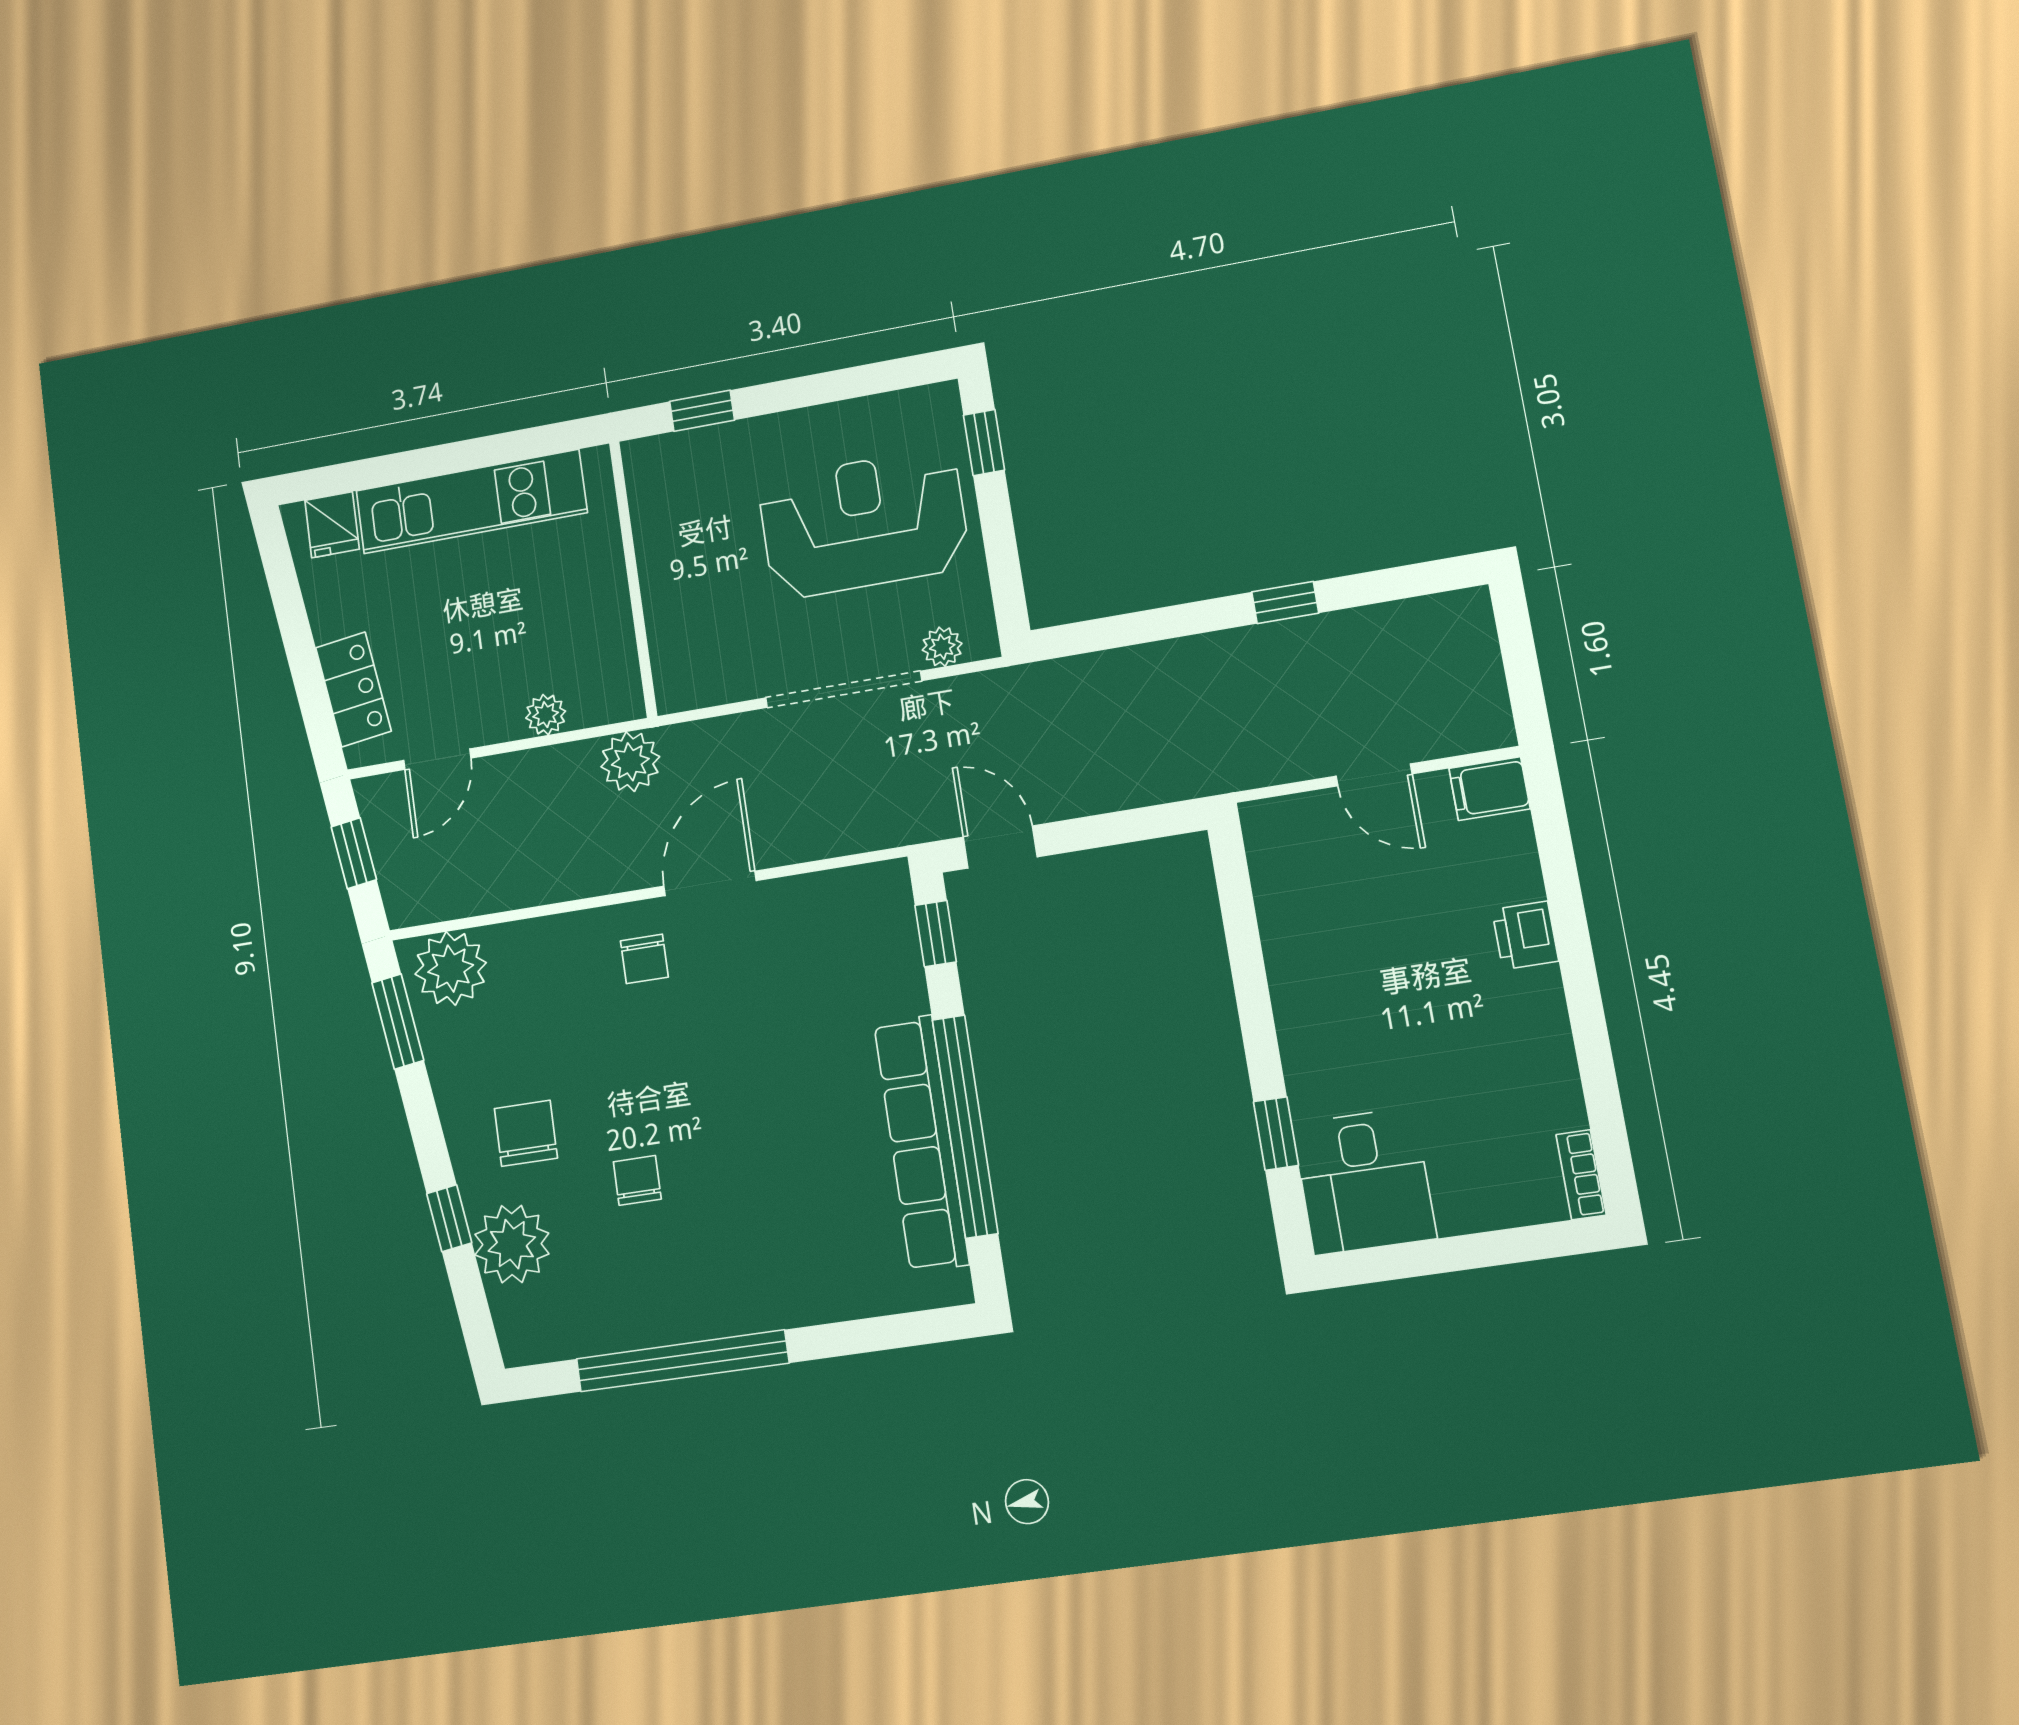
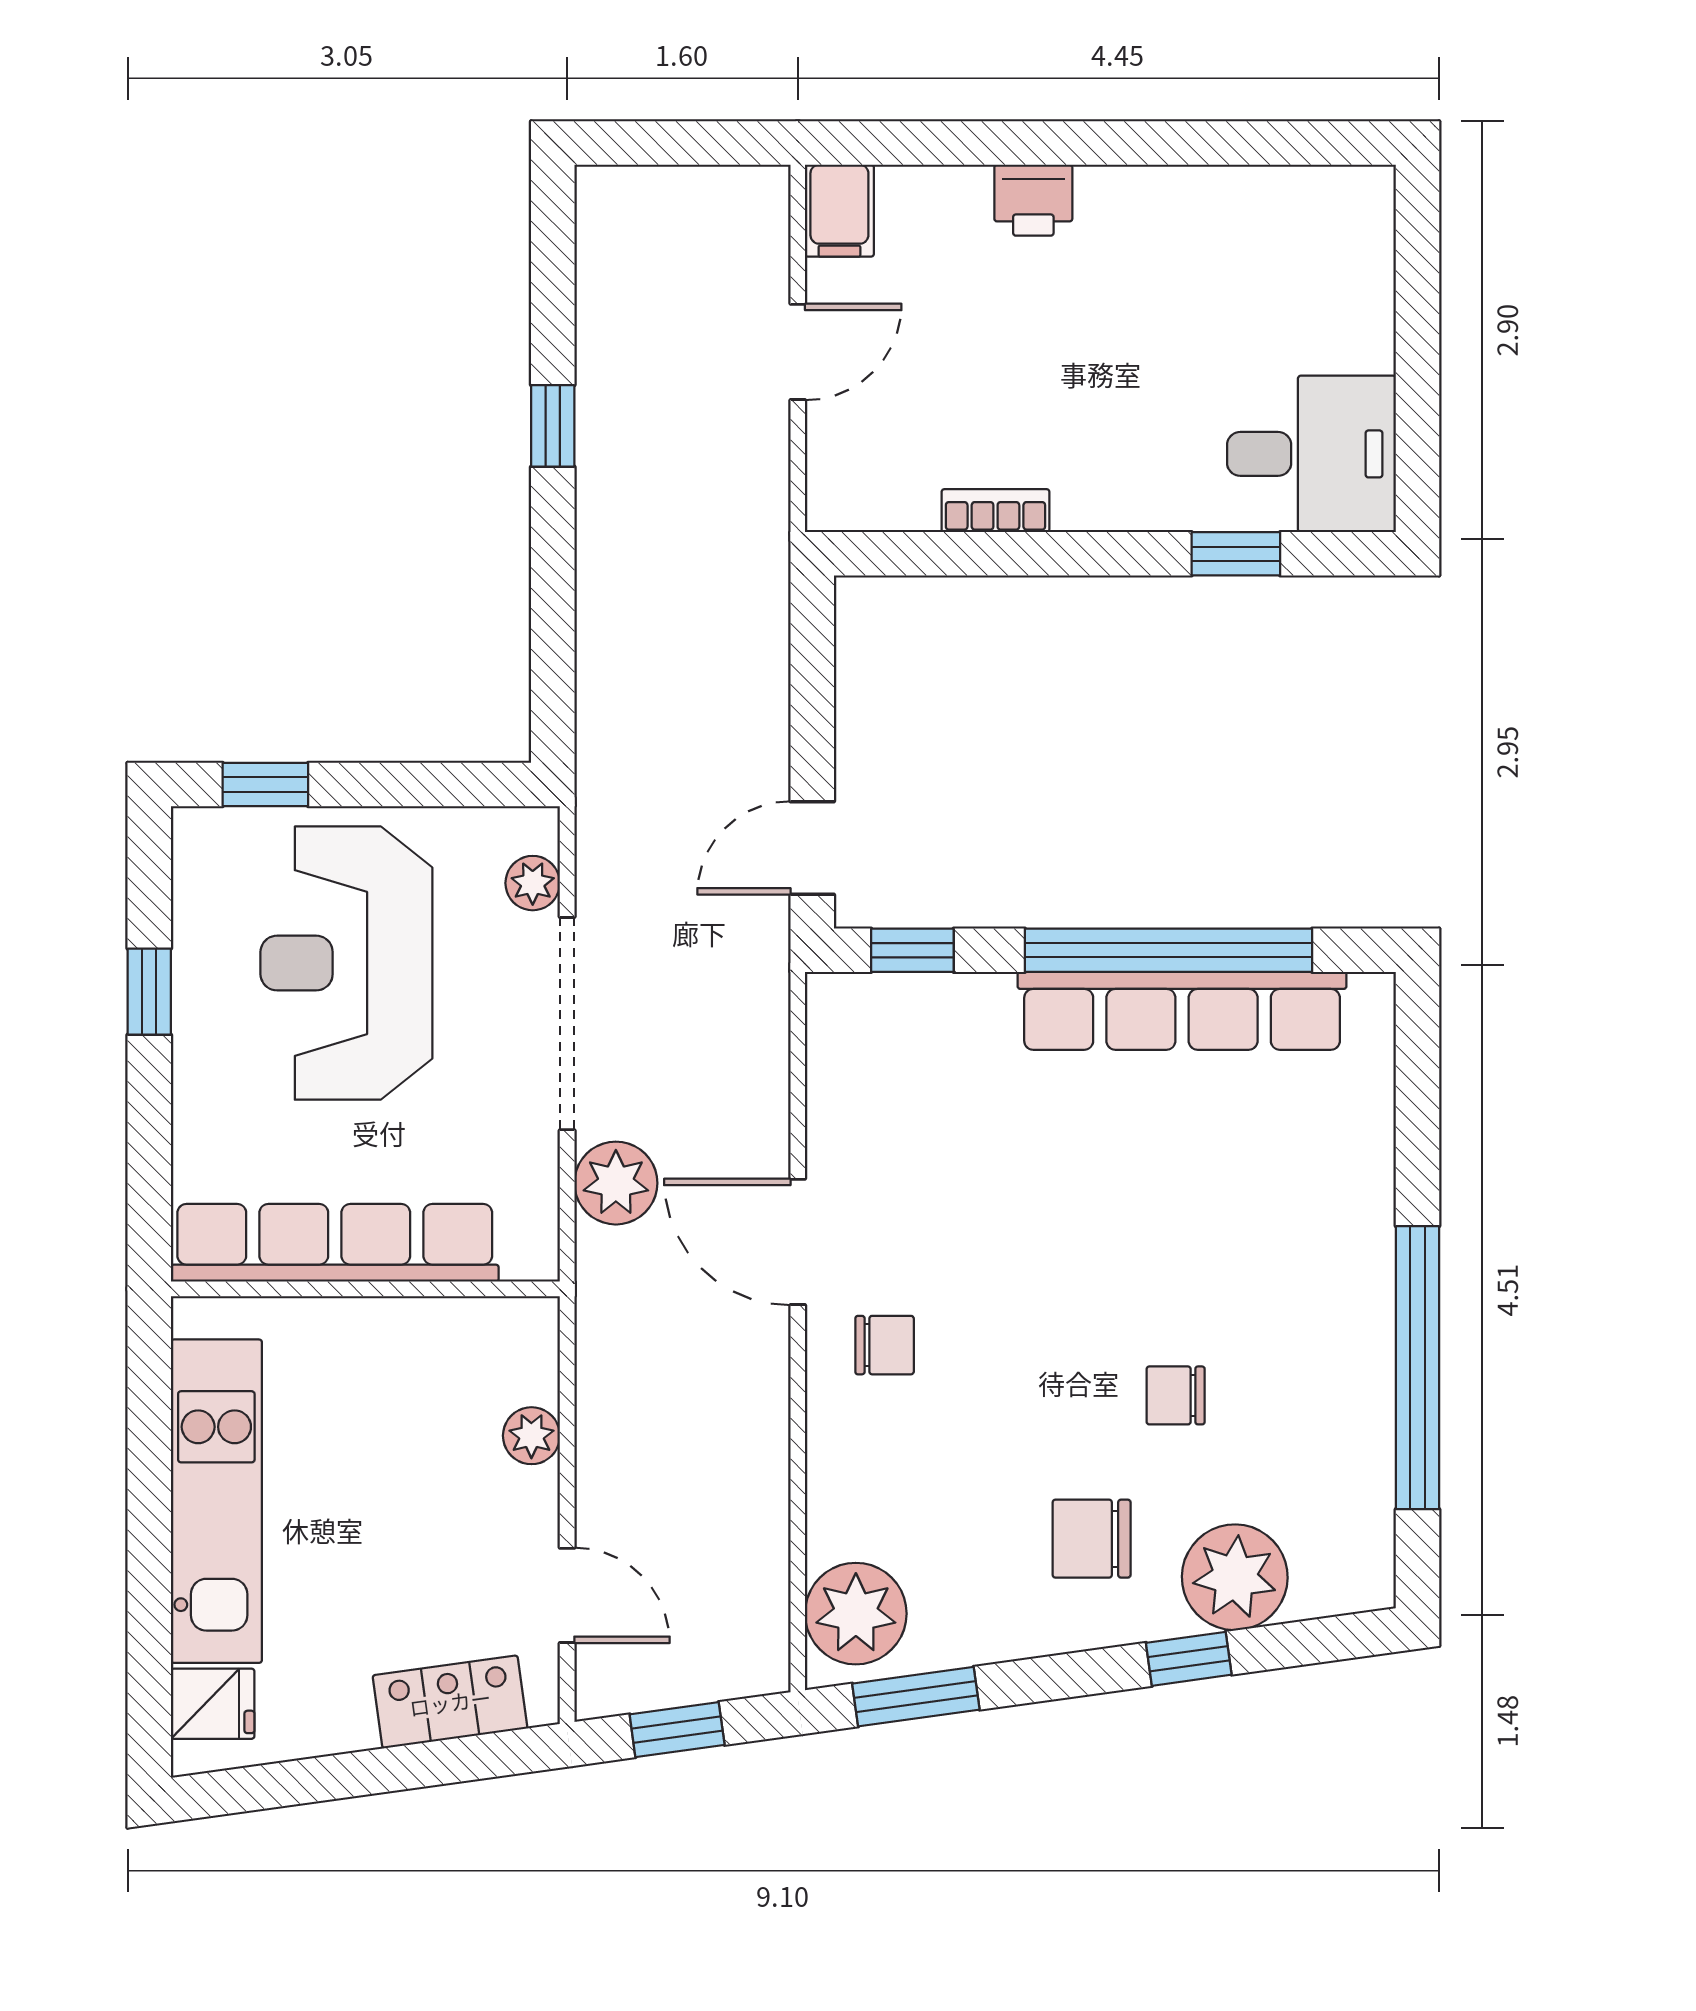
window: (702, 411) -> (149, 992), moved
row of seats: (663, 551) -> (335, 1243), added
plant: (630, 762) -> (616, 1183), moved
bookcase: (1581, 1175) -> (995, 511), moved, turned 180

